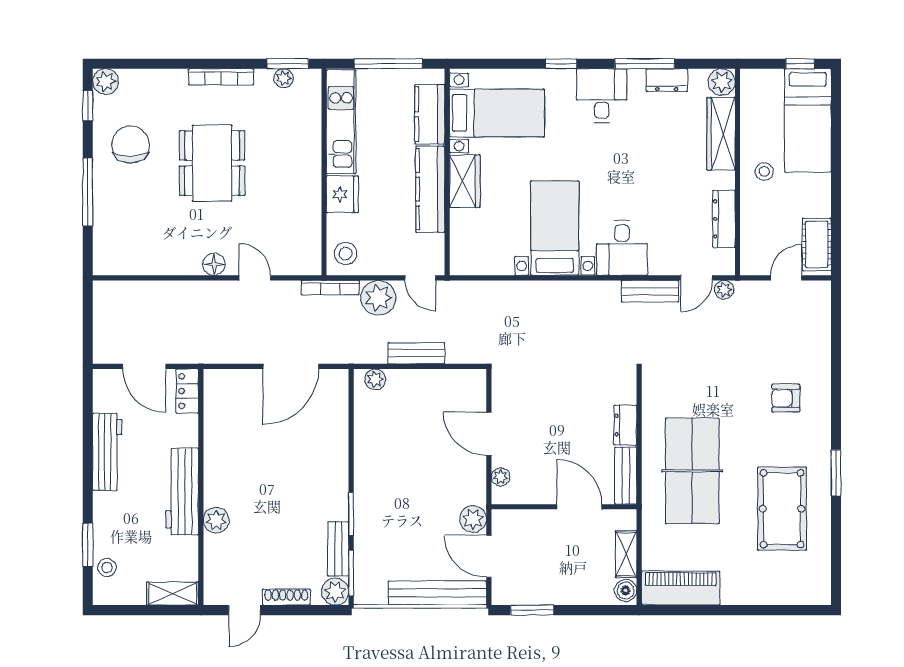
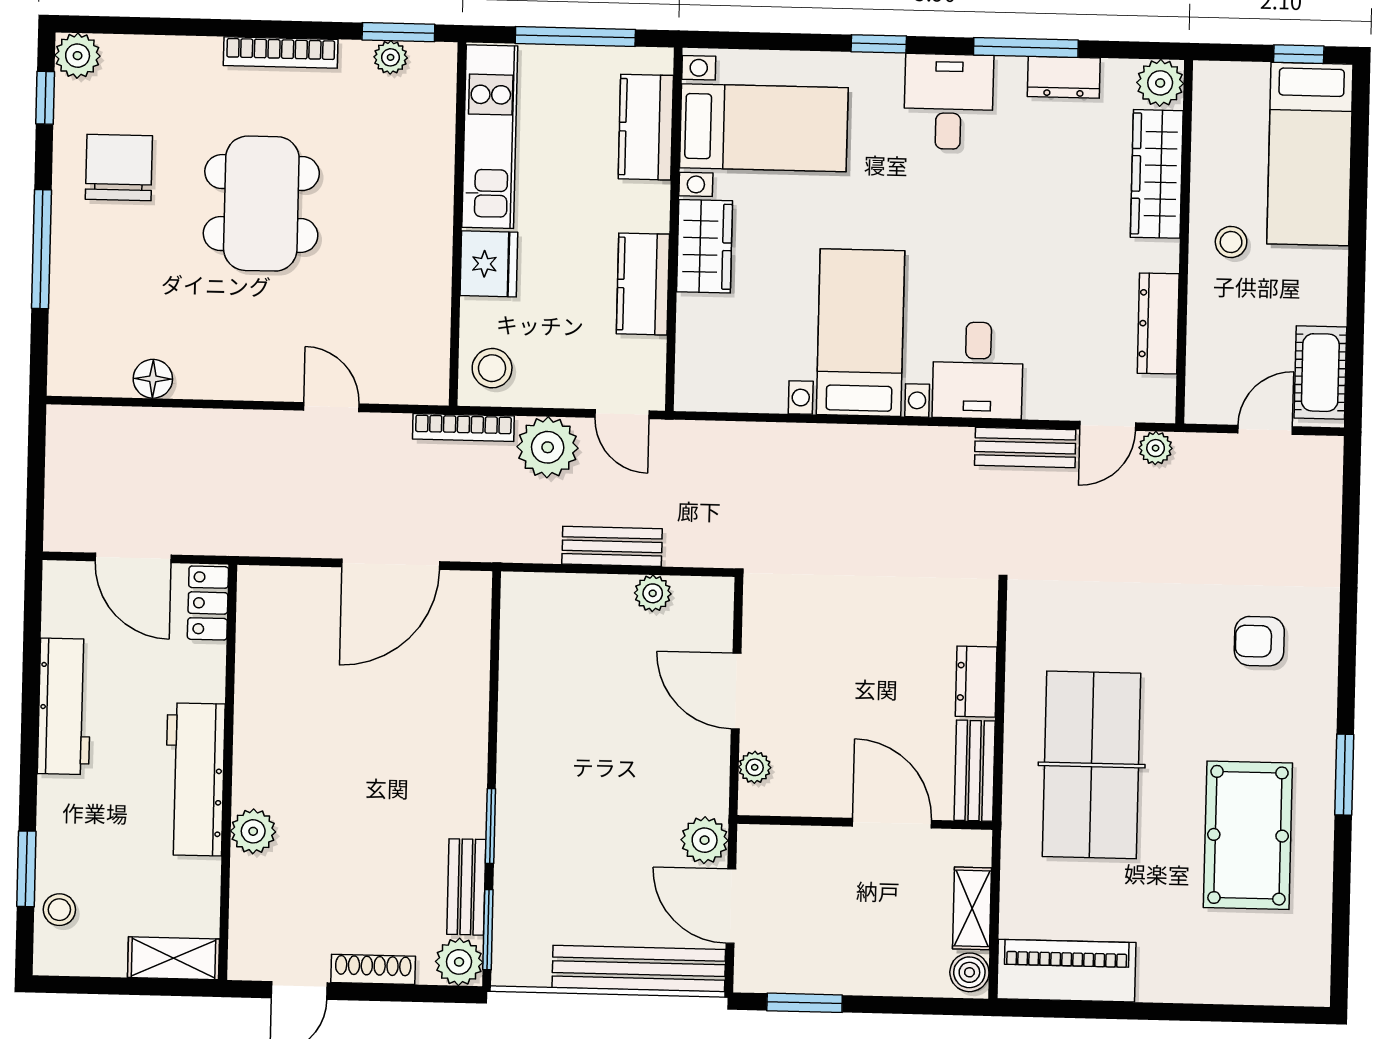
kitchen counter: (430, 189) -> (643, 284), width x0.67
floor lamp: (214, 264) -> (153, 379), moved
plant: (375, 379) -> (653, 593), moved

